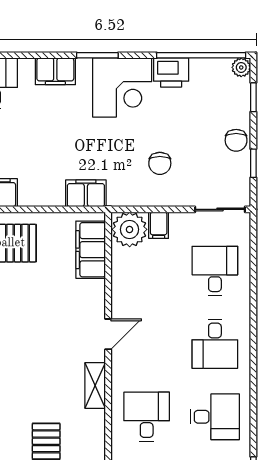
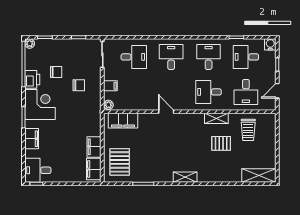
chair: (236, 140) -> (56, 72), moved
filing cabinet: (86, 193) -> (94, 147), moved
plant: (130, 229) -> (108, 105), width x0.53, depth x0.53
desk: (215, 271) -> (134, 57), turned 180
desk: (215, 344) -> (171, 57), turned -90
shelving: (95, 385) -> (216, 118), moved

